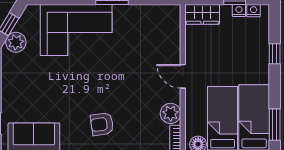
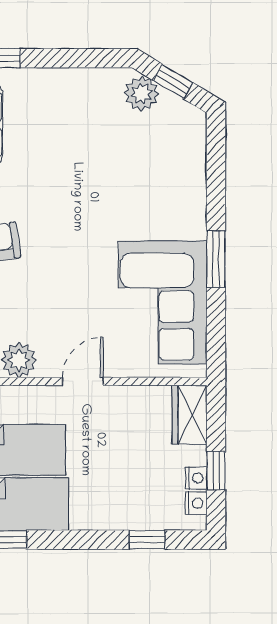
corner sofa: (76, 30) -> (163, 303), moved
window: (275, 54) -> (147, 540), moved

